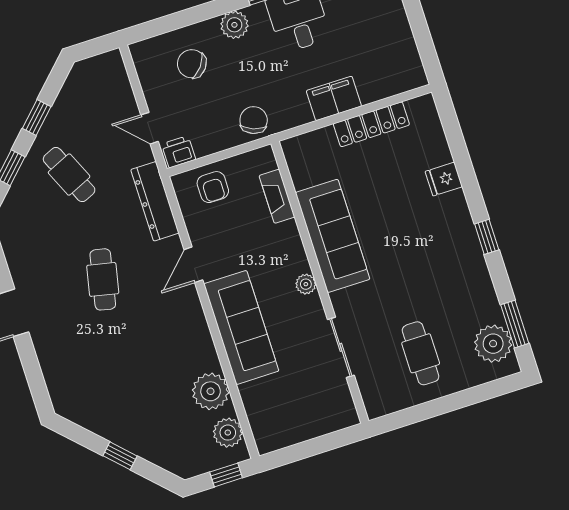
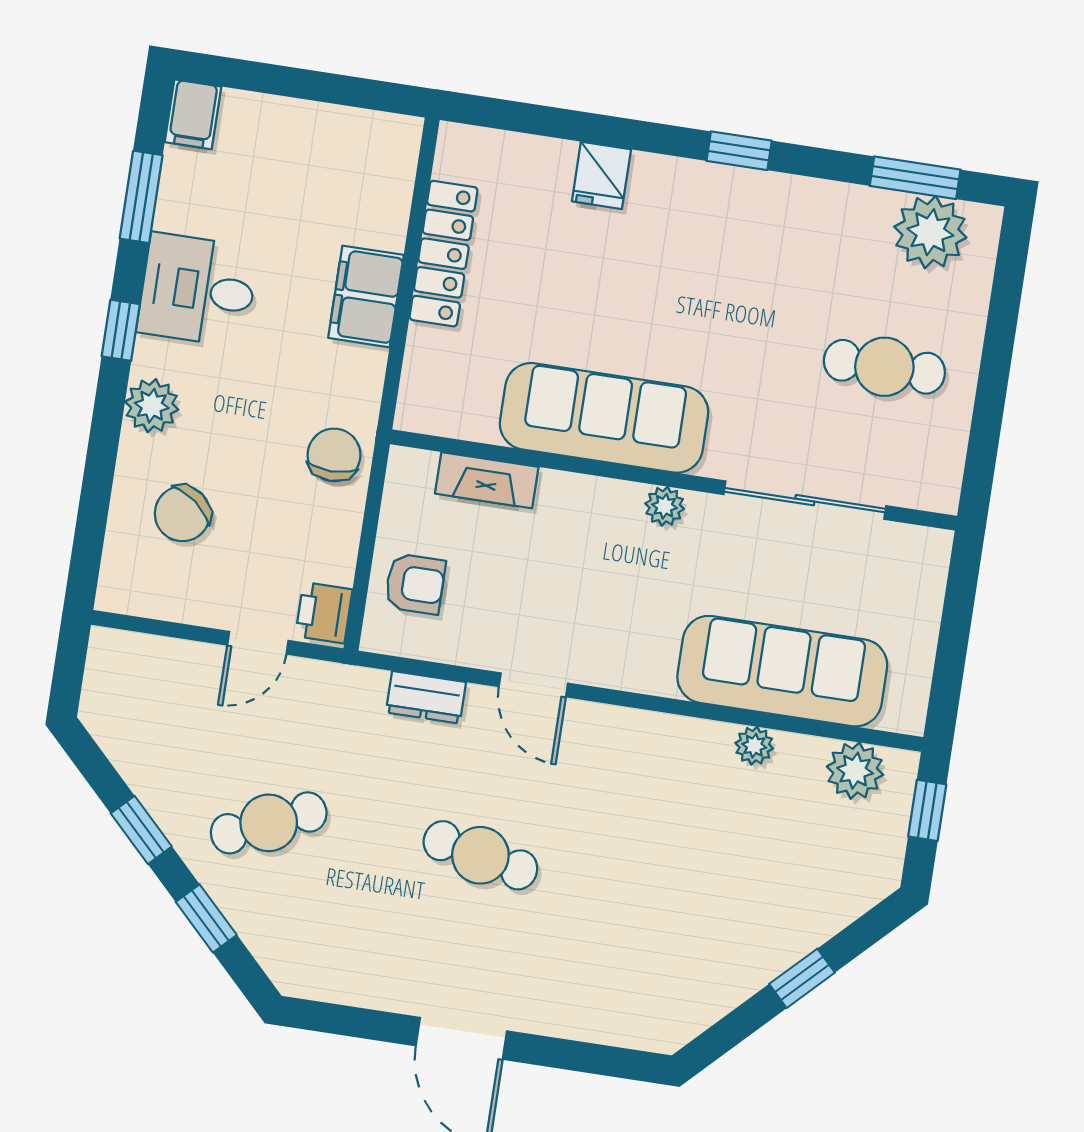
chair: (254, 120) -> (334, 455), turned 69
dresser: (155, 201) -> (426, 697), width x0.51, depth x0.80
sofa: (241, 327) -> (782, 671), moved
sliding door: (341, 347) -> (805, 500), width x1.37
plant: (211, 391) -> (754, 746), width x0.53, depth x0.53

